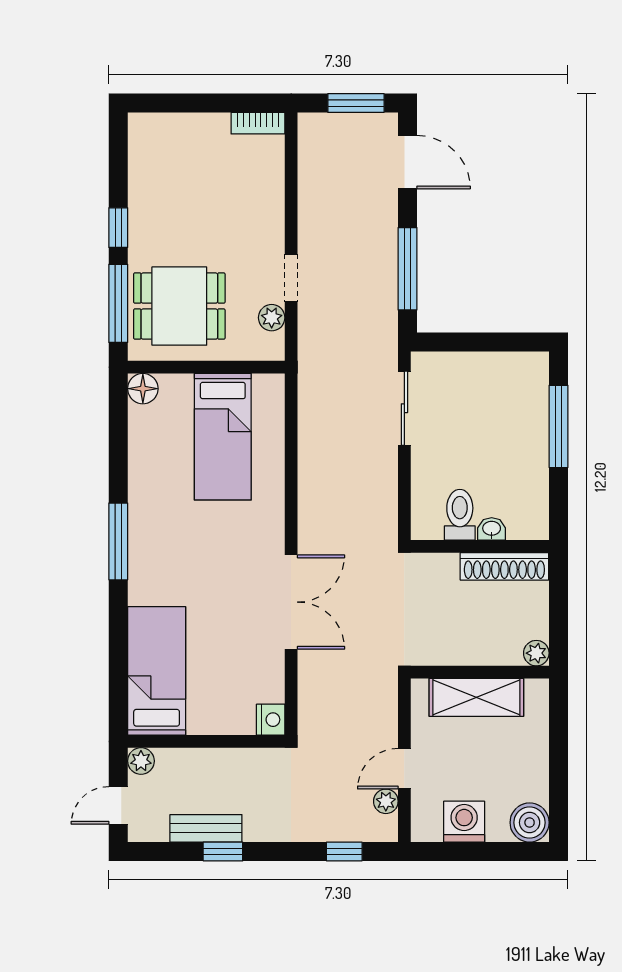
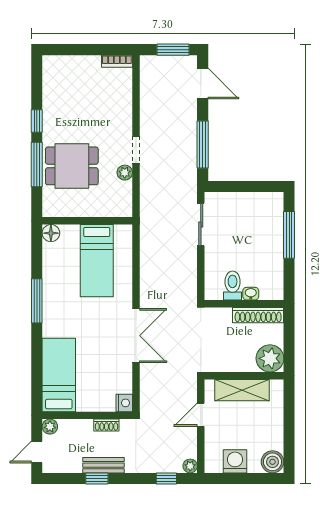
wall: (206, 367) -> (87, 221), moved
floor lamp: (143, 389) -> (51, 233), moved
bed: (223, 437) -> (97, 261), moved
plant: (536, 653) -> (270, 358), width x1.88, depth x1.88
shoe rack: (240, 758) -> (106, 425), added
door: (404, 769) -> (201, 415), moved
plant: (386, 801) -> (190, 466), moved
bench: (206, 828) -> (104, 465), moved

